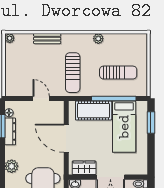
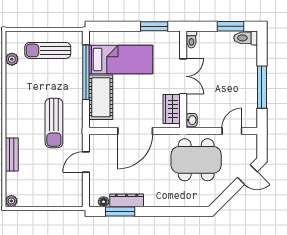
plant: (98, 39) -> (12, 59), moved
sun lounger: (73, 73) -> (54, 123), turned 90
sun lounger: (118, 73) -> (48, 50), moved, turned -90
window: (151, 122) -> (154, 26), moved
plant: (12, 166) -> (170, 199), removed

